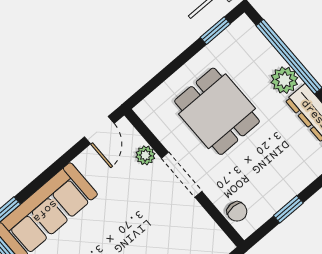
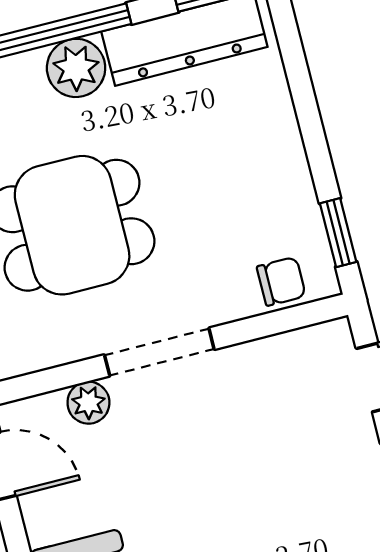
window: (288, 209) -> (338, 233), moved

